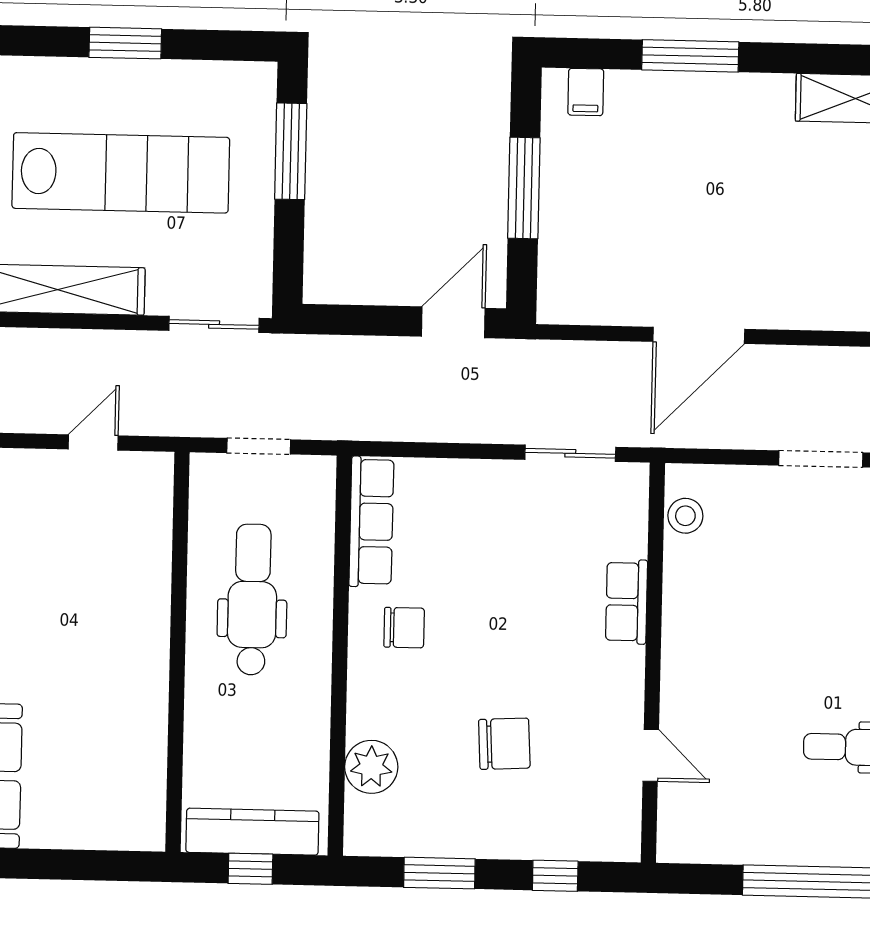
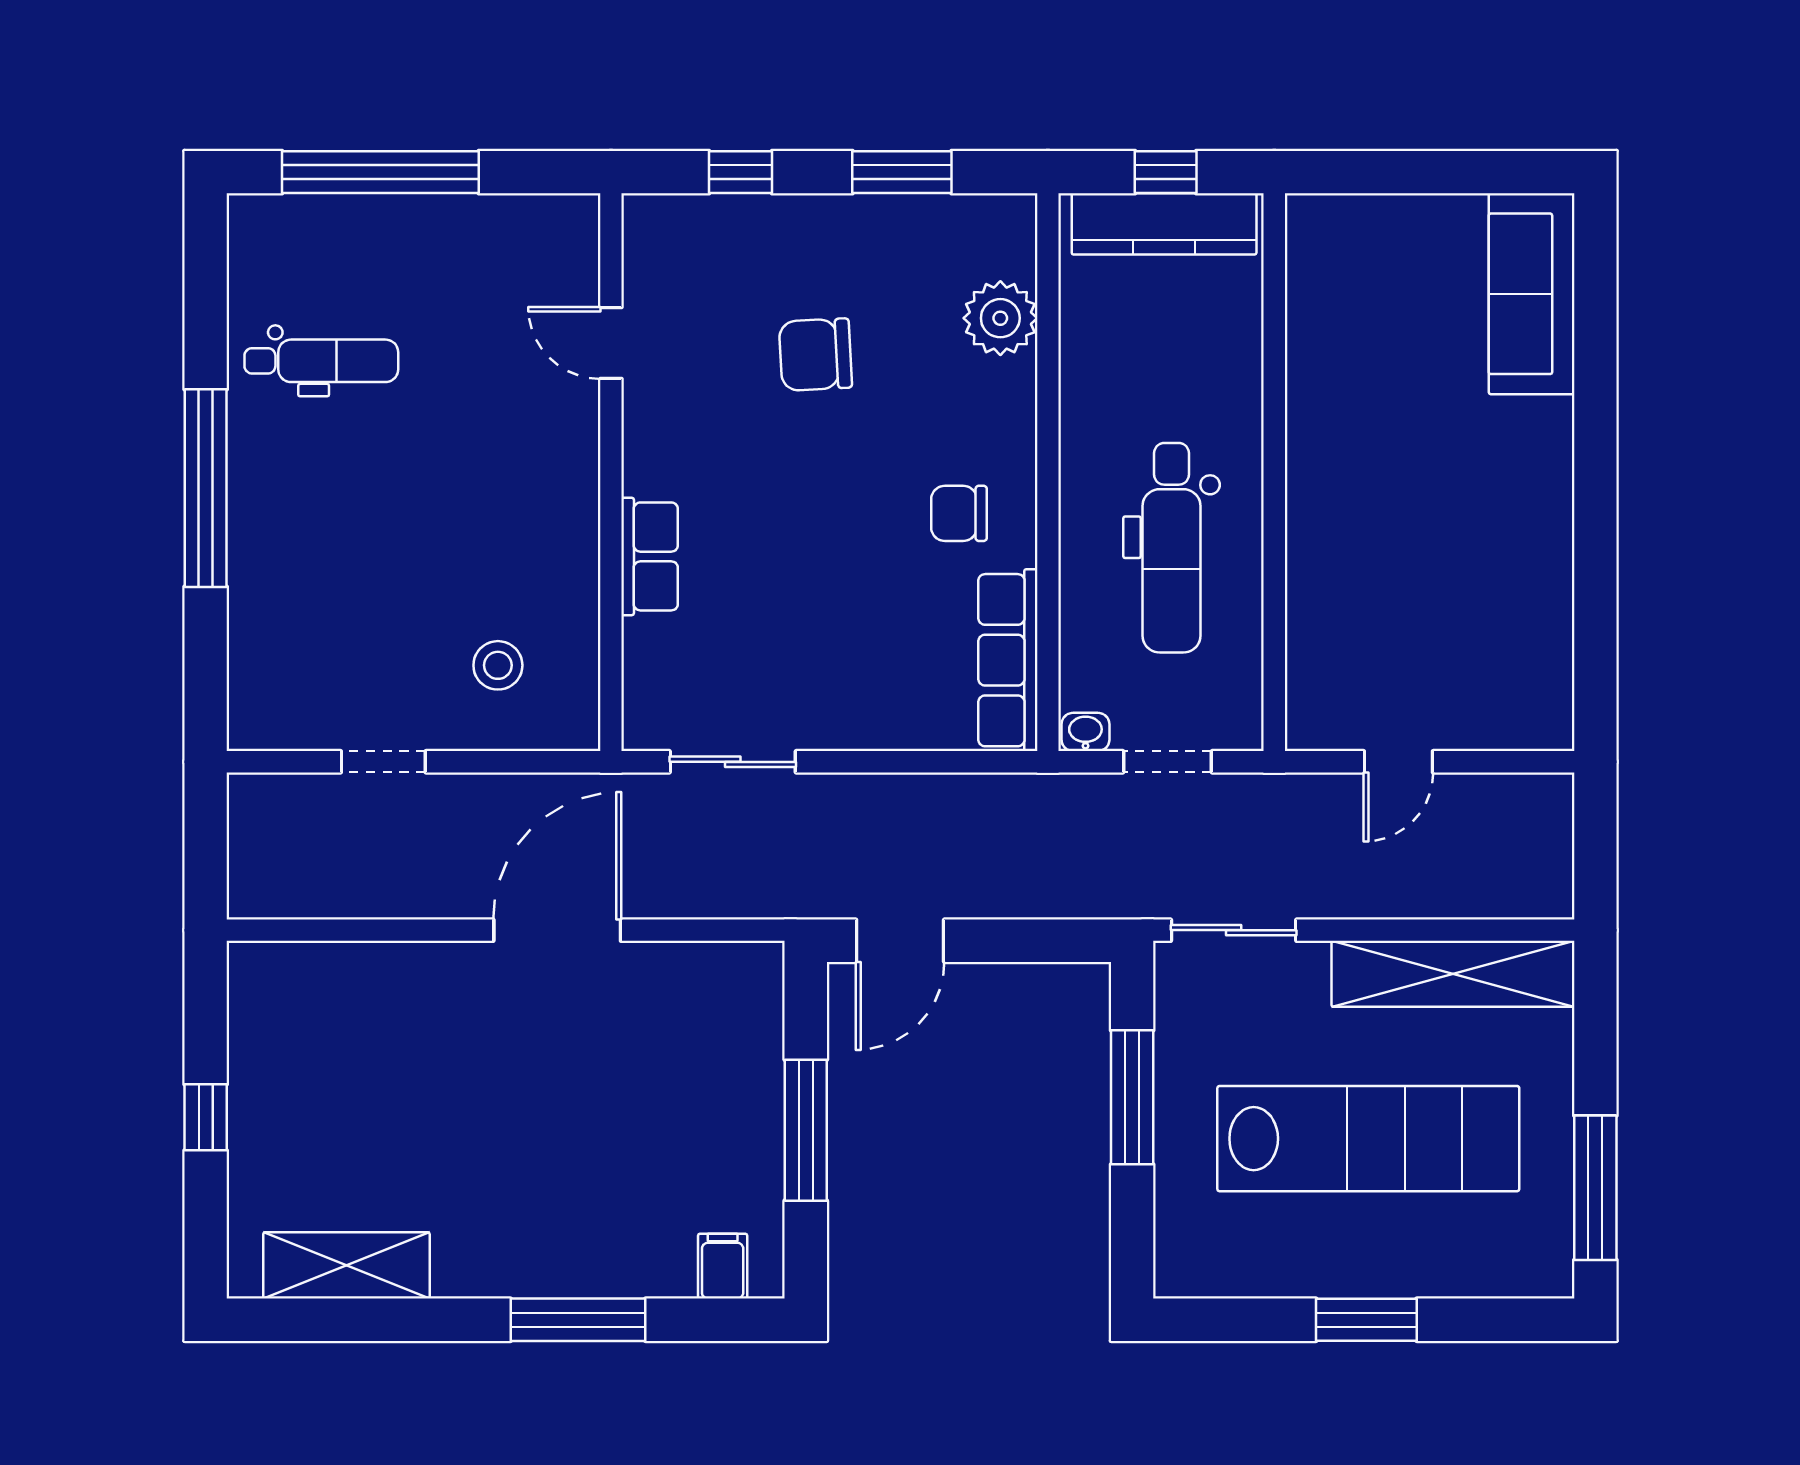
window: (291, 151) -> (1132, 1097), moved
lab bench: (121, 173) -> (1368, 1139), turned 180
doorway: (821, 459) -> (383, 762), width x0.73
washbasin: (317, 469) -> (1085, 732), added
stool: (685, 516) -> (498, 665), moved

